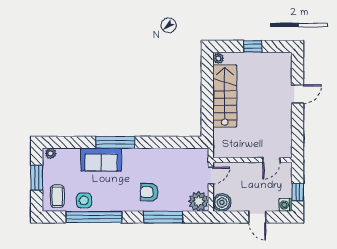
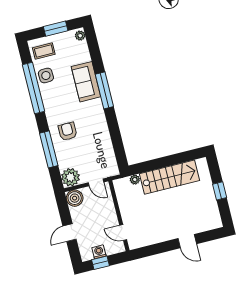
plant: (218, 58) -> (135, 180), moved
washing machine: (286, 205) -> (99, 252), moved

